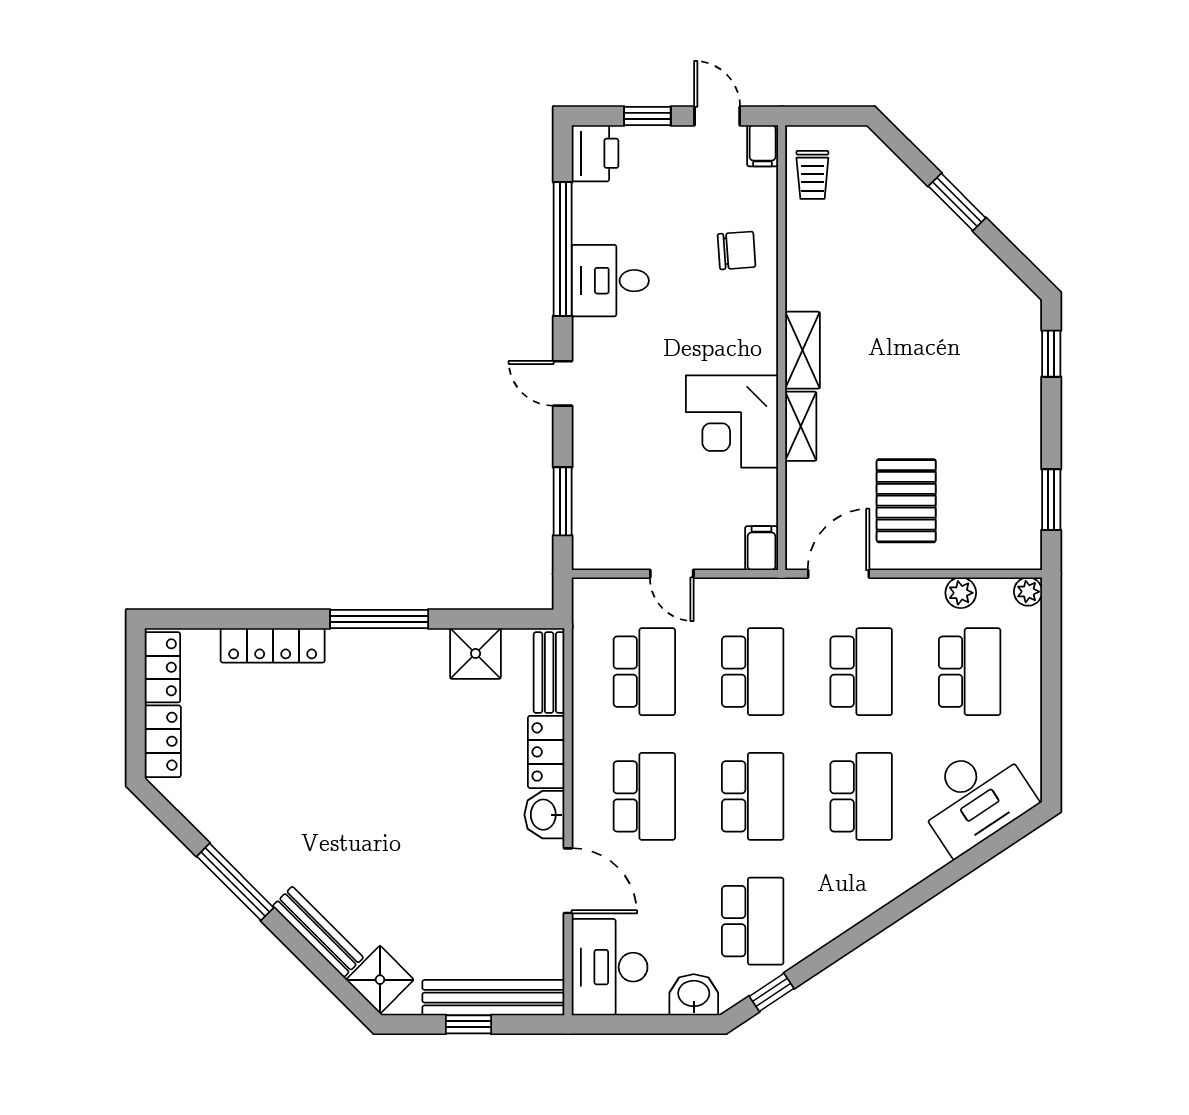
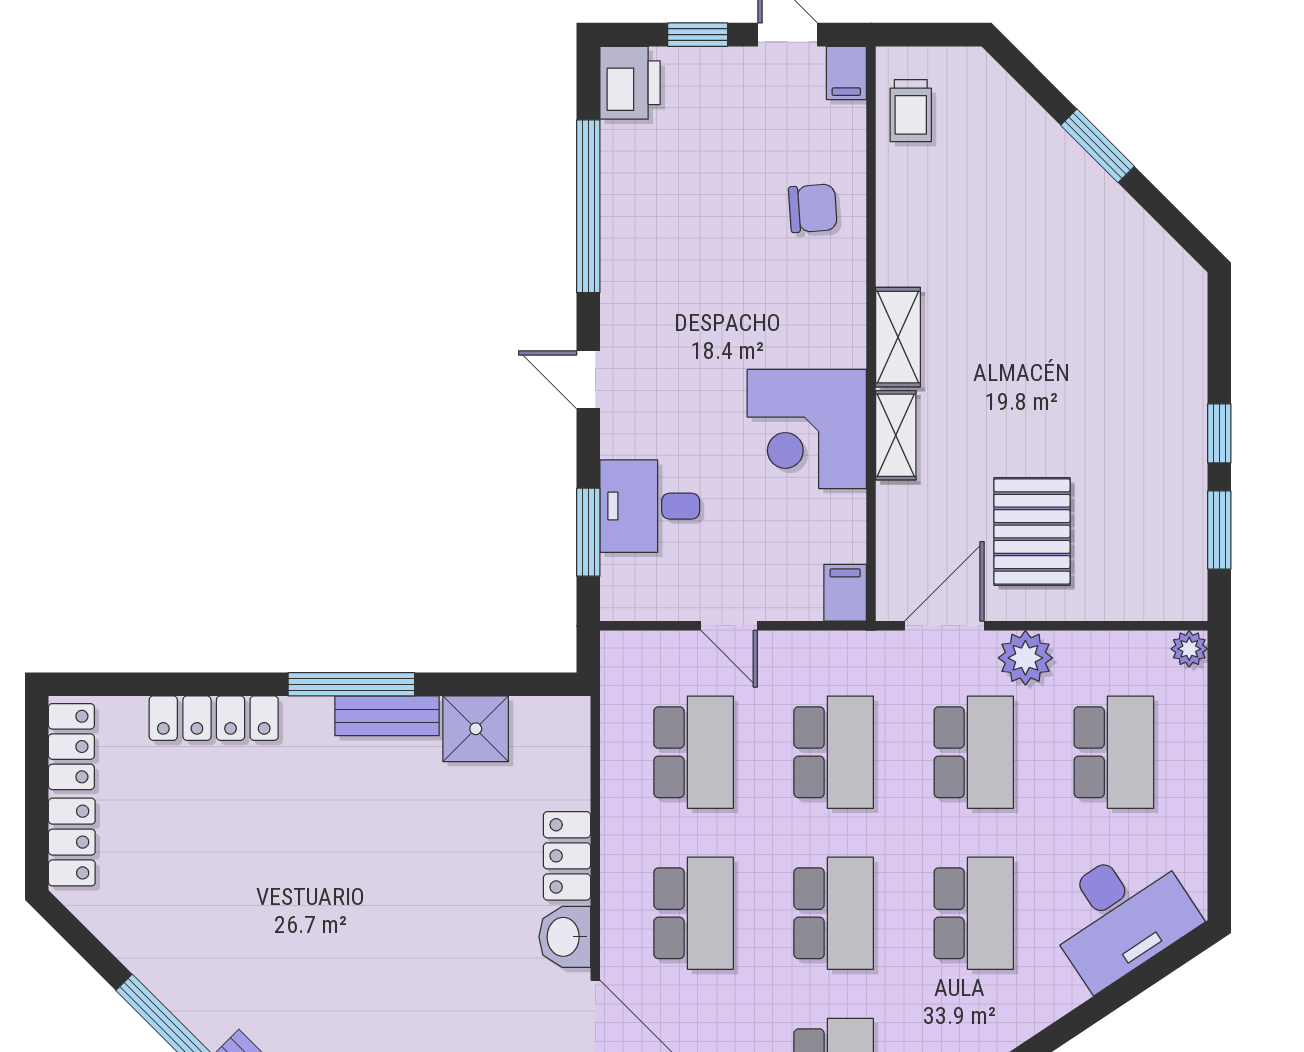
desk: (610, 281) -> (650, 506), moved
window: (1051, 354) -> (1219, 433), moved
plant: (961, 593) -> (1025, 658), moved, width x1.38, depth x1.38
bench: (549, 673) -> (387, 716), moved, turned 90

